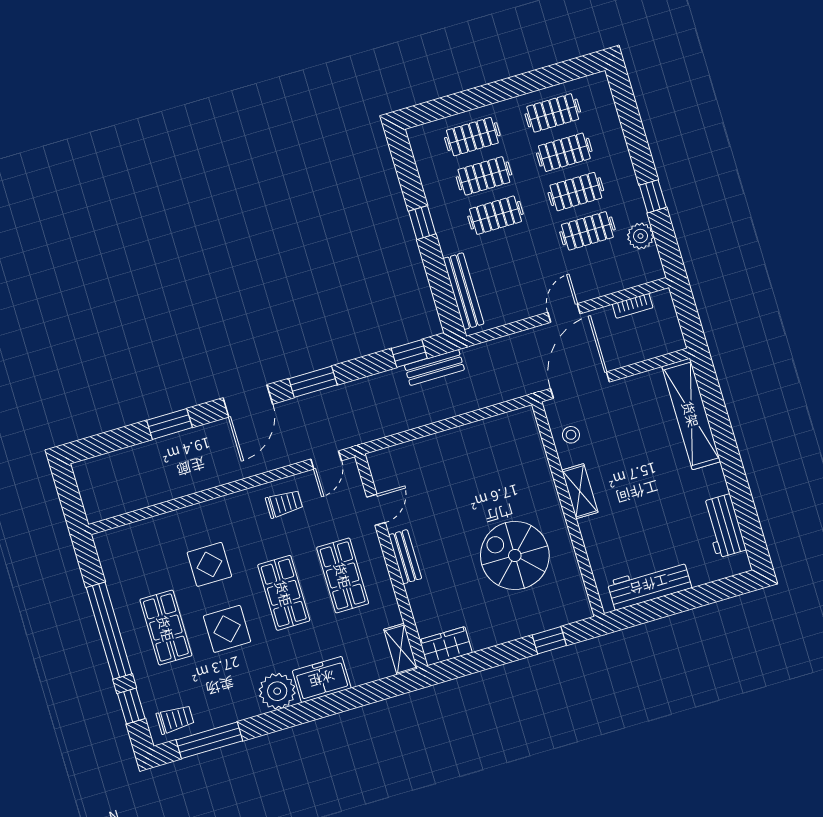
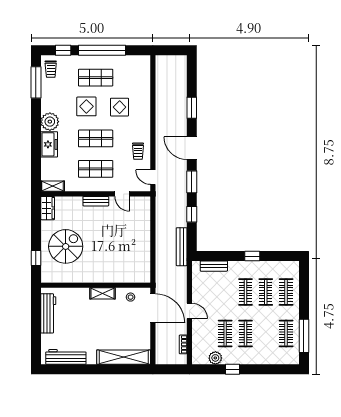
window: (547, 77) -> (304, 336), added
clothes rail: (564, 152) -> (266, 333), removed
bench: (463, 291) -> (214, 266), width x0.73
window: (409, 353) -> (192, 214), moved
bench: (434, 367) -> (182, 247), width x1.36
workbench: (724, 526) -> (66, 357), width x1.38
spiral stairs: (515, 555) -> (66, 246), moved

